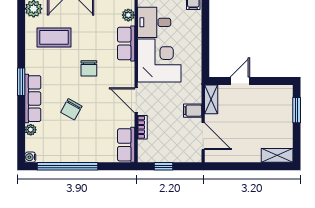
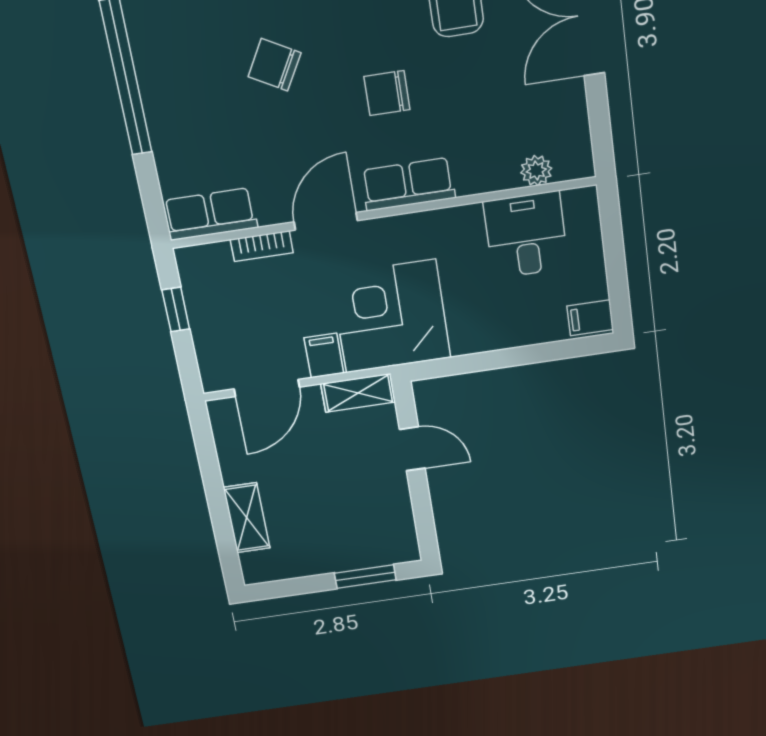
row of seats: (126, 43) -> (408, 184), moved
corner desk: (159, 60) -> (391, 316), moved, turned 180
shelving: (277, 155) -> (247, 518), moved

